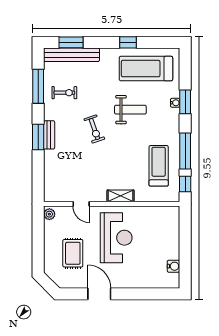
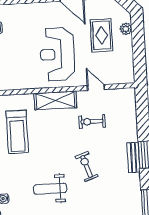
exercise bike: (64, 93) -> (92, 121), moved
shelving: (121, 196) -> (55, 100), width x1.50, depth x1.33
plant: (49, 214) -> (126, 29), moved

